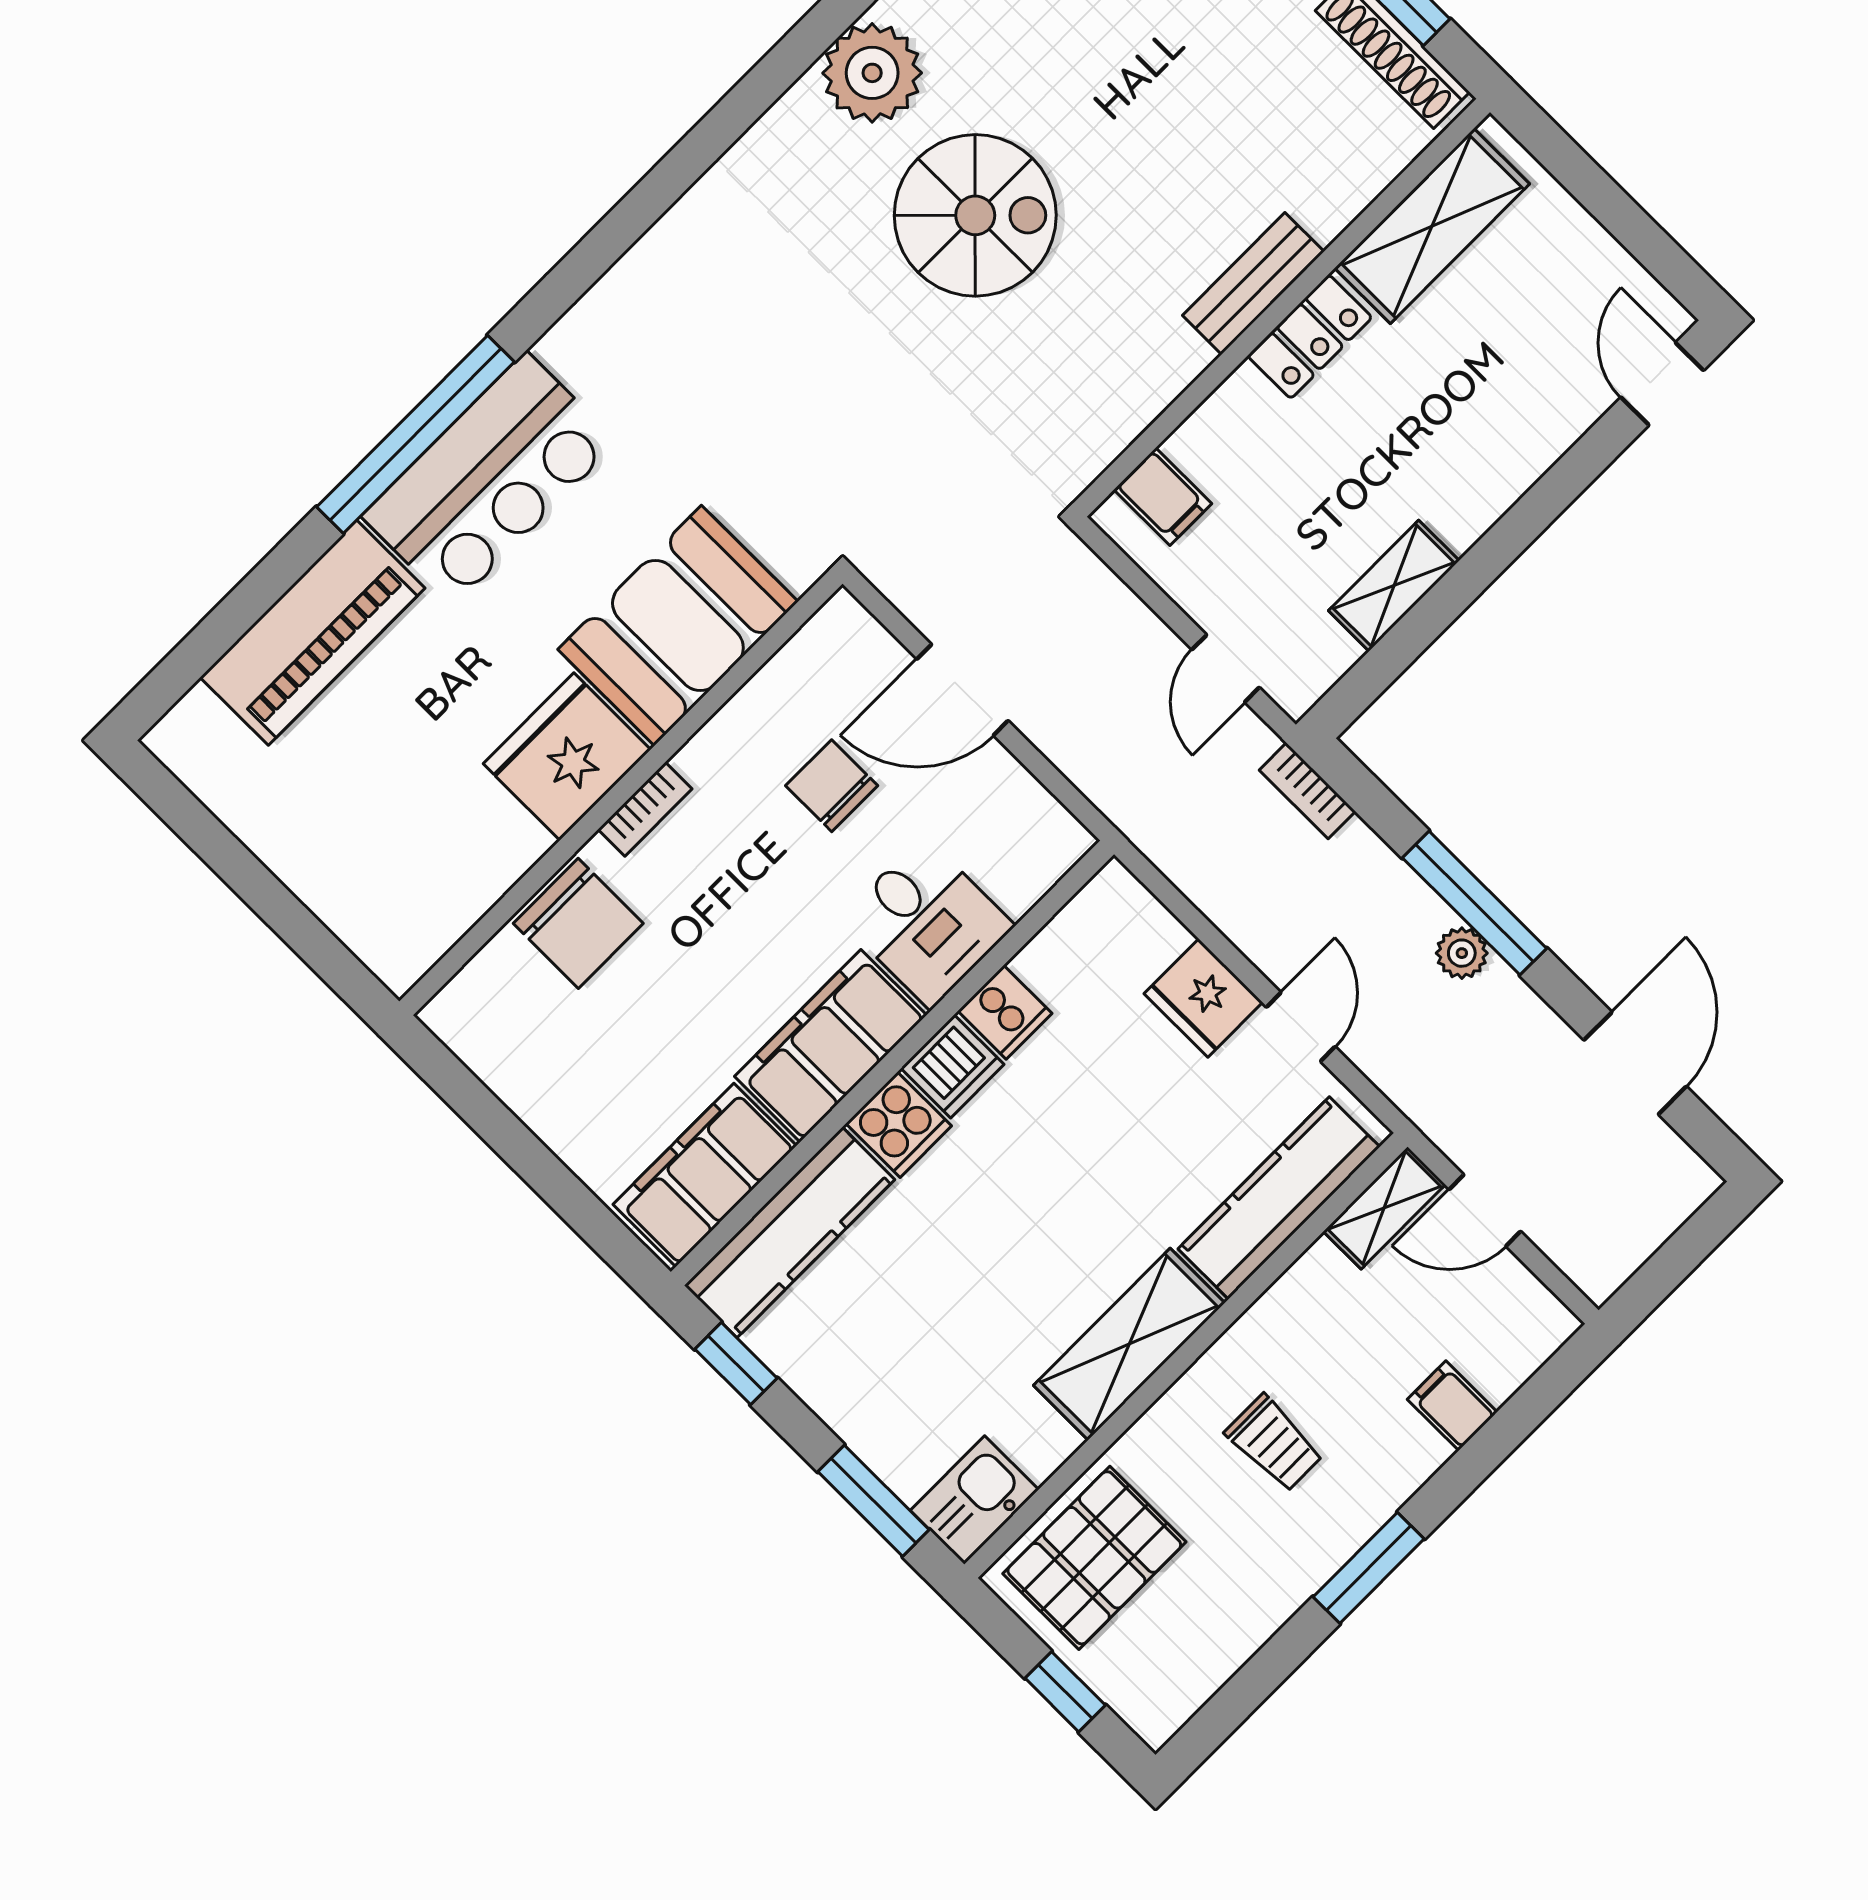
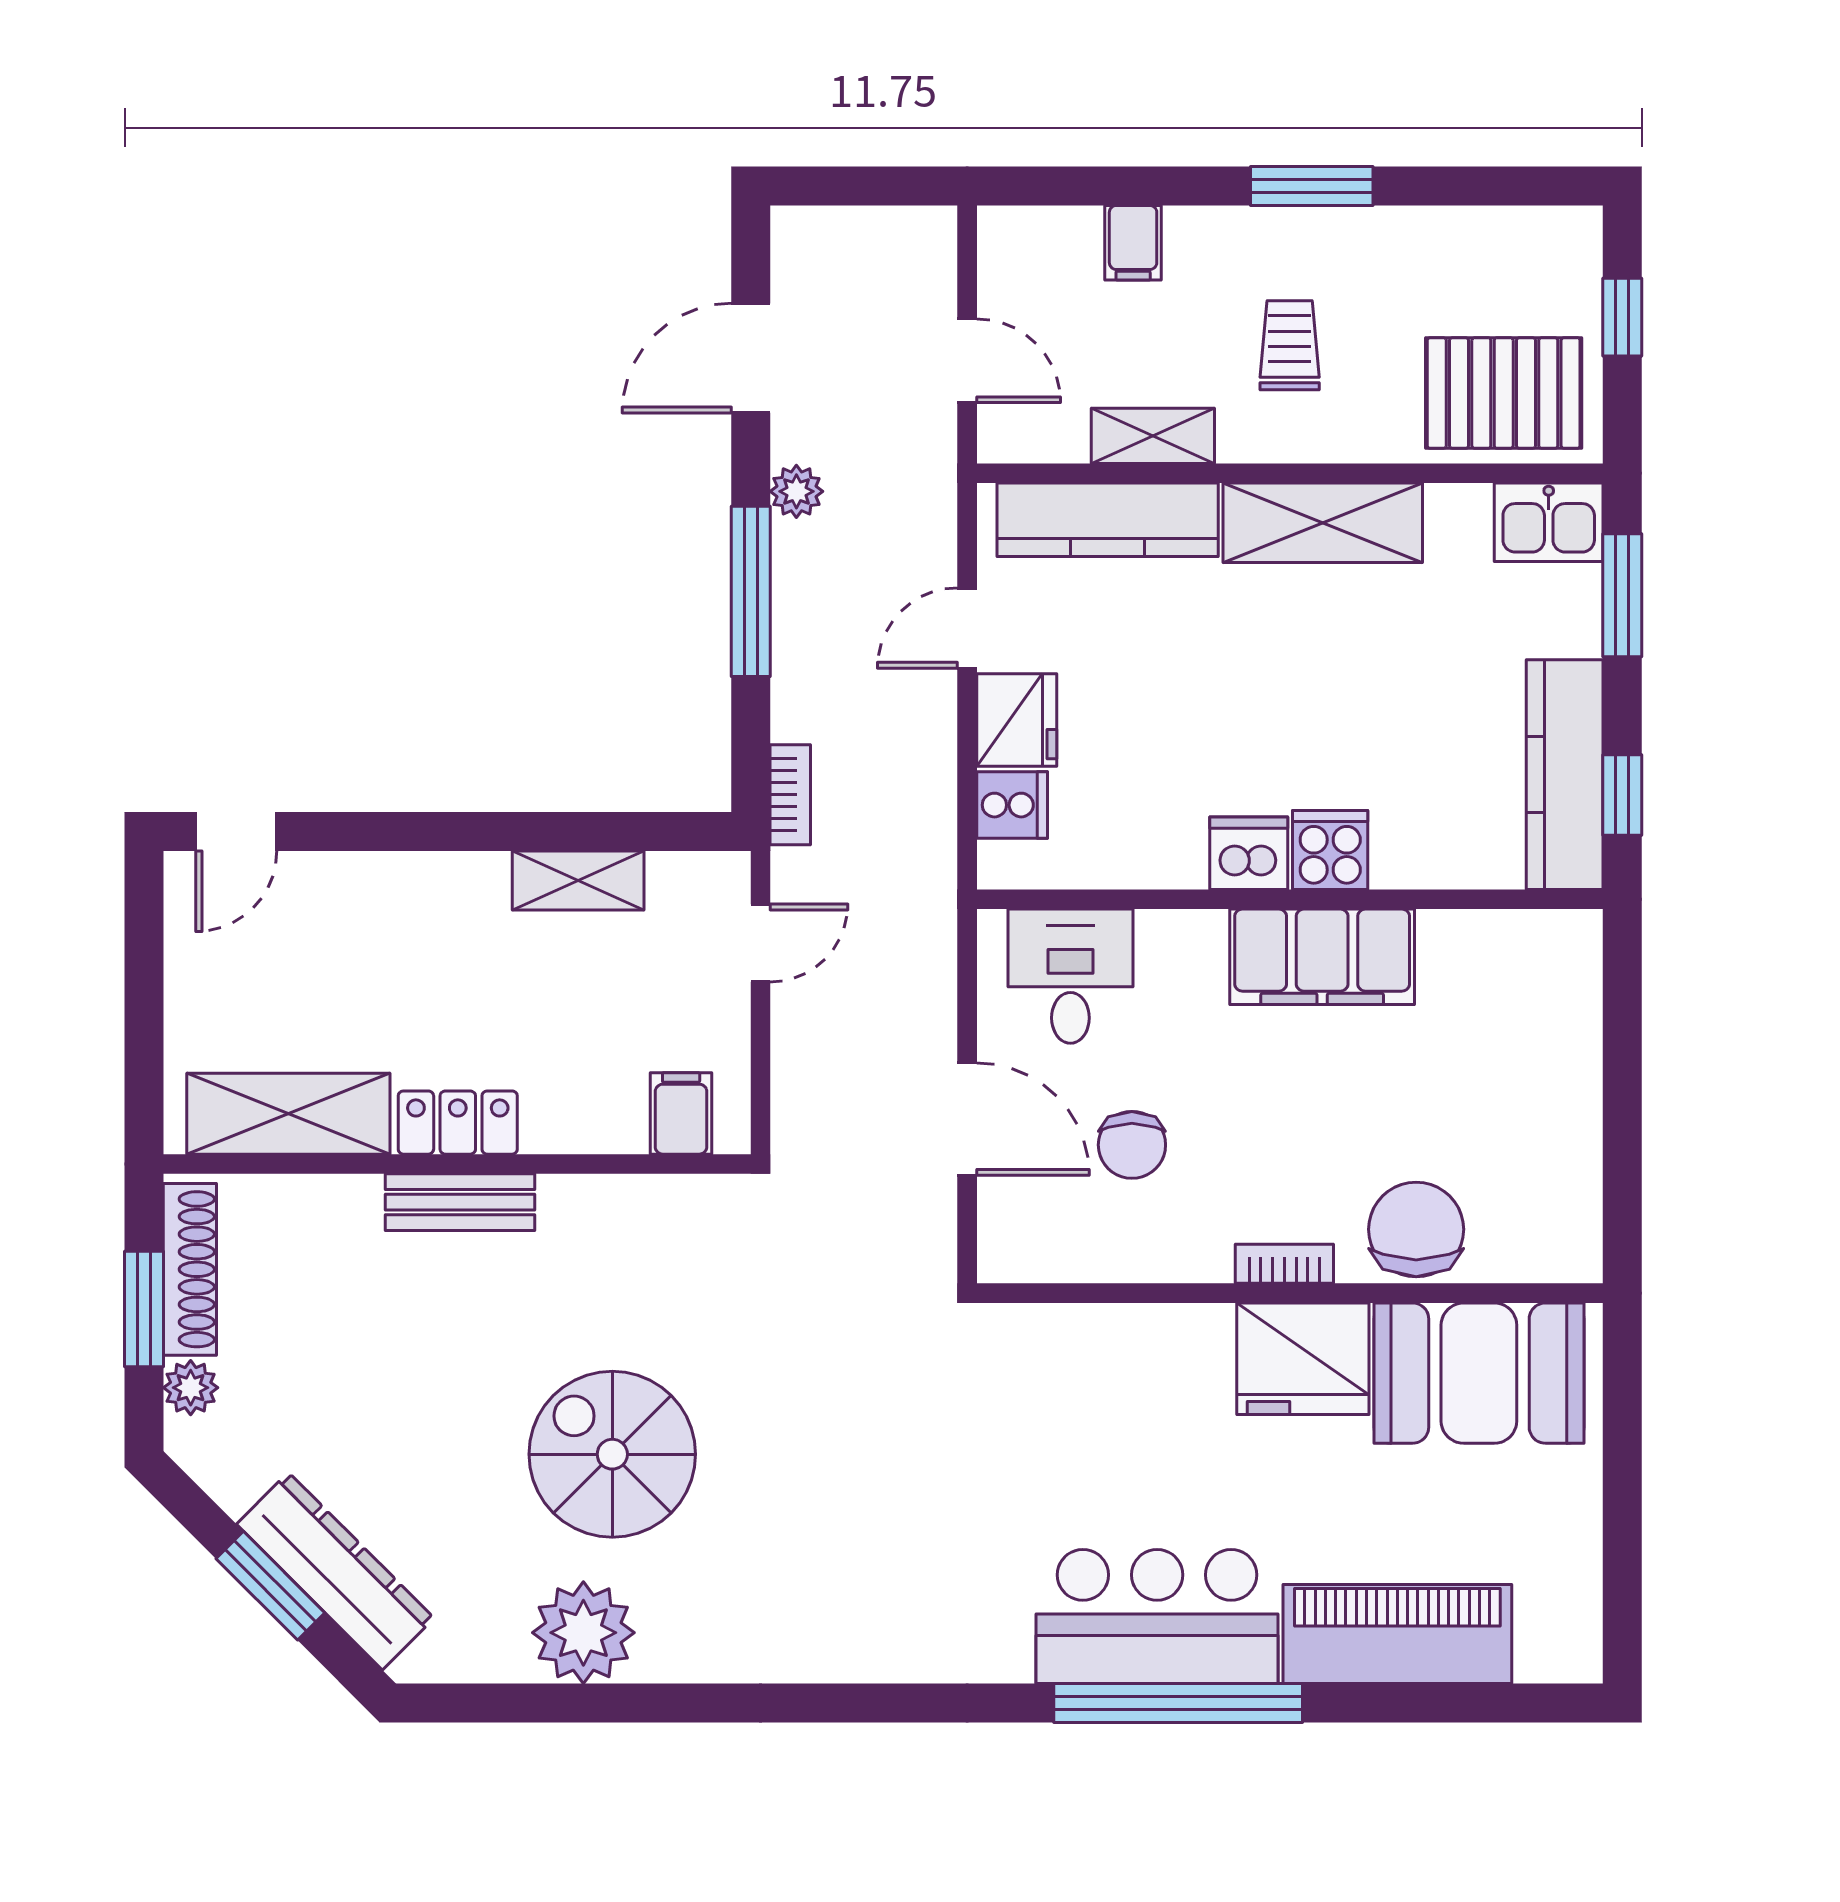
booth: (678, 625) -> (1479, 1373), moved
desk: (927, 922) -> (1070, 976), moved
plant: (1462, 953) -> (796, 491), moved
cooker: (1005, 1012) -> (1012, 805), moved, turned 90
filing cabinet: (705, 1175) -> (1508, 955), removed
shelving: (1384, 1208) -> (1153, 436), moved
kitchen counter: (789, 1232) -> (1565, 775), moved, turned -90

